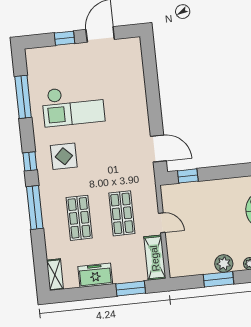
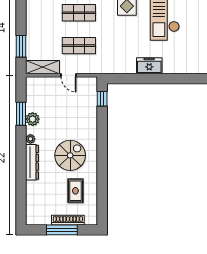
door: (158, 149) -> (125, 79), removed
door: (162, 223) -> (69, 75), hinge flipped
freezer: (95, 275) -> (149, 66), moved, turned -90

